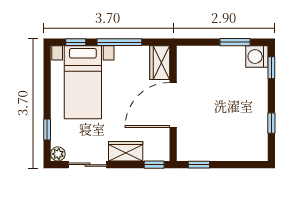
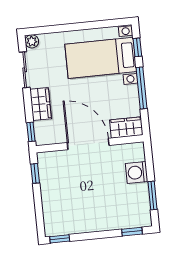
washing machine: (257, 57) -> (137, 172), moved, turned -90
window: (271, 123) -> (60, 239), moved
window: (47, 129) -> (53, 29), removed

